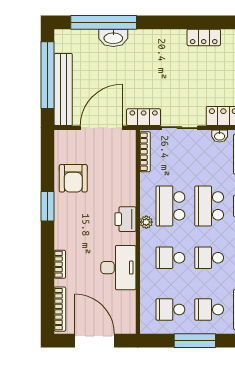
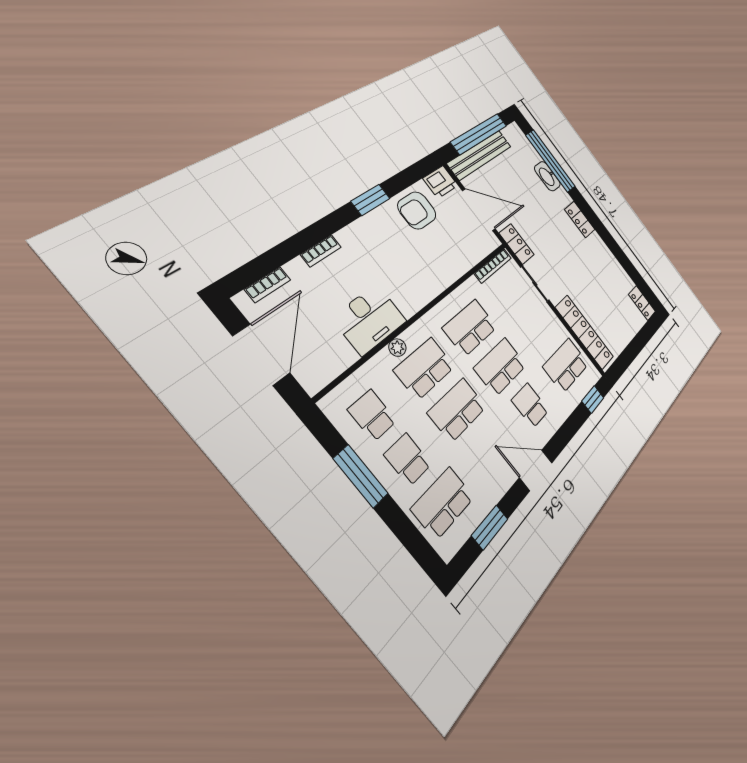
locker: (204, 37) -> (580, 219), moved
washbasin: (220, 136) -> (558, 326), removed
printer: (125, 219) -> (441, 182), moved, turned 180
plant: (146, 222) -> (397, 348), moved
school desk: (170, 258) -> (425, 368), width x1.85
school desk: (209, 258) -> (457, 410), width x1.85
bookcase: (60, 309) -> (268, 285), width x0.64

